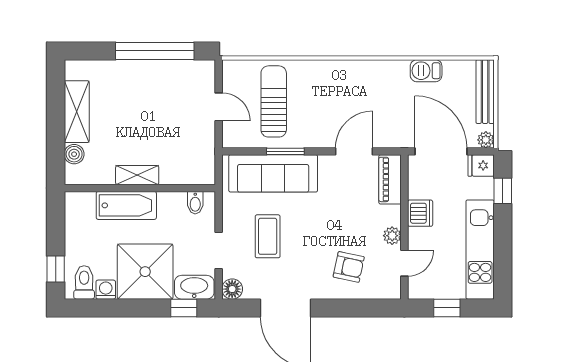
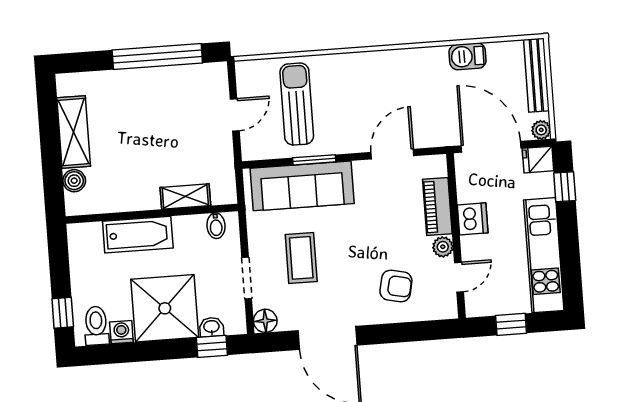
door: (219, 107) -> (235, 115), hinge flipped
shelving: (137, 175) -> (185, 196), moved
piano: (390, 179) -> (437, 207), moved
washbasin: (194, 287) -> (212, 327), width x0.52, depth x0.69

